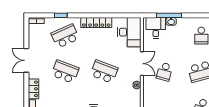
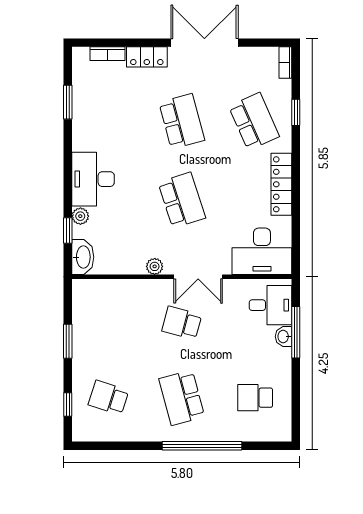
double door: (26, 60) -> (204, 43), width x1.37
school desk: (65, 72) -> (182, 121), turned -36
school desk: (104, 72) -> (182, 200), turned -39

